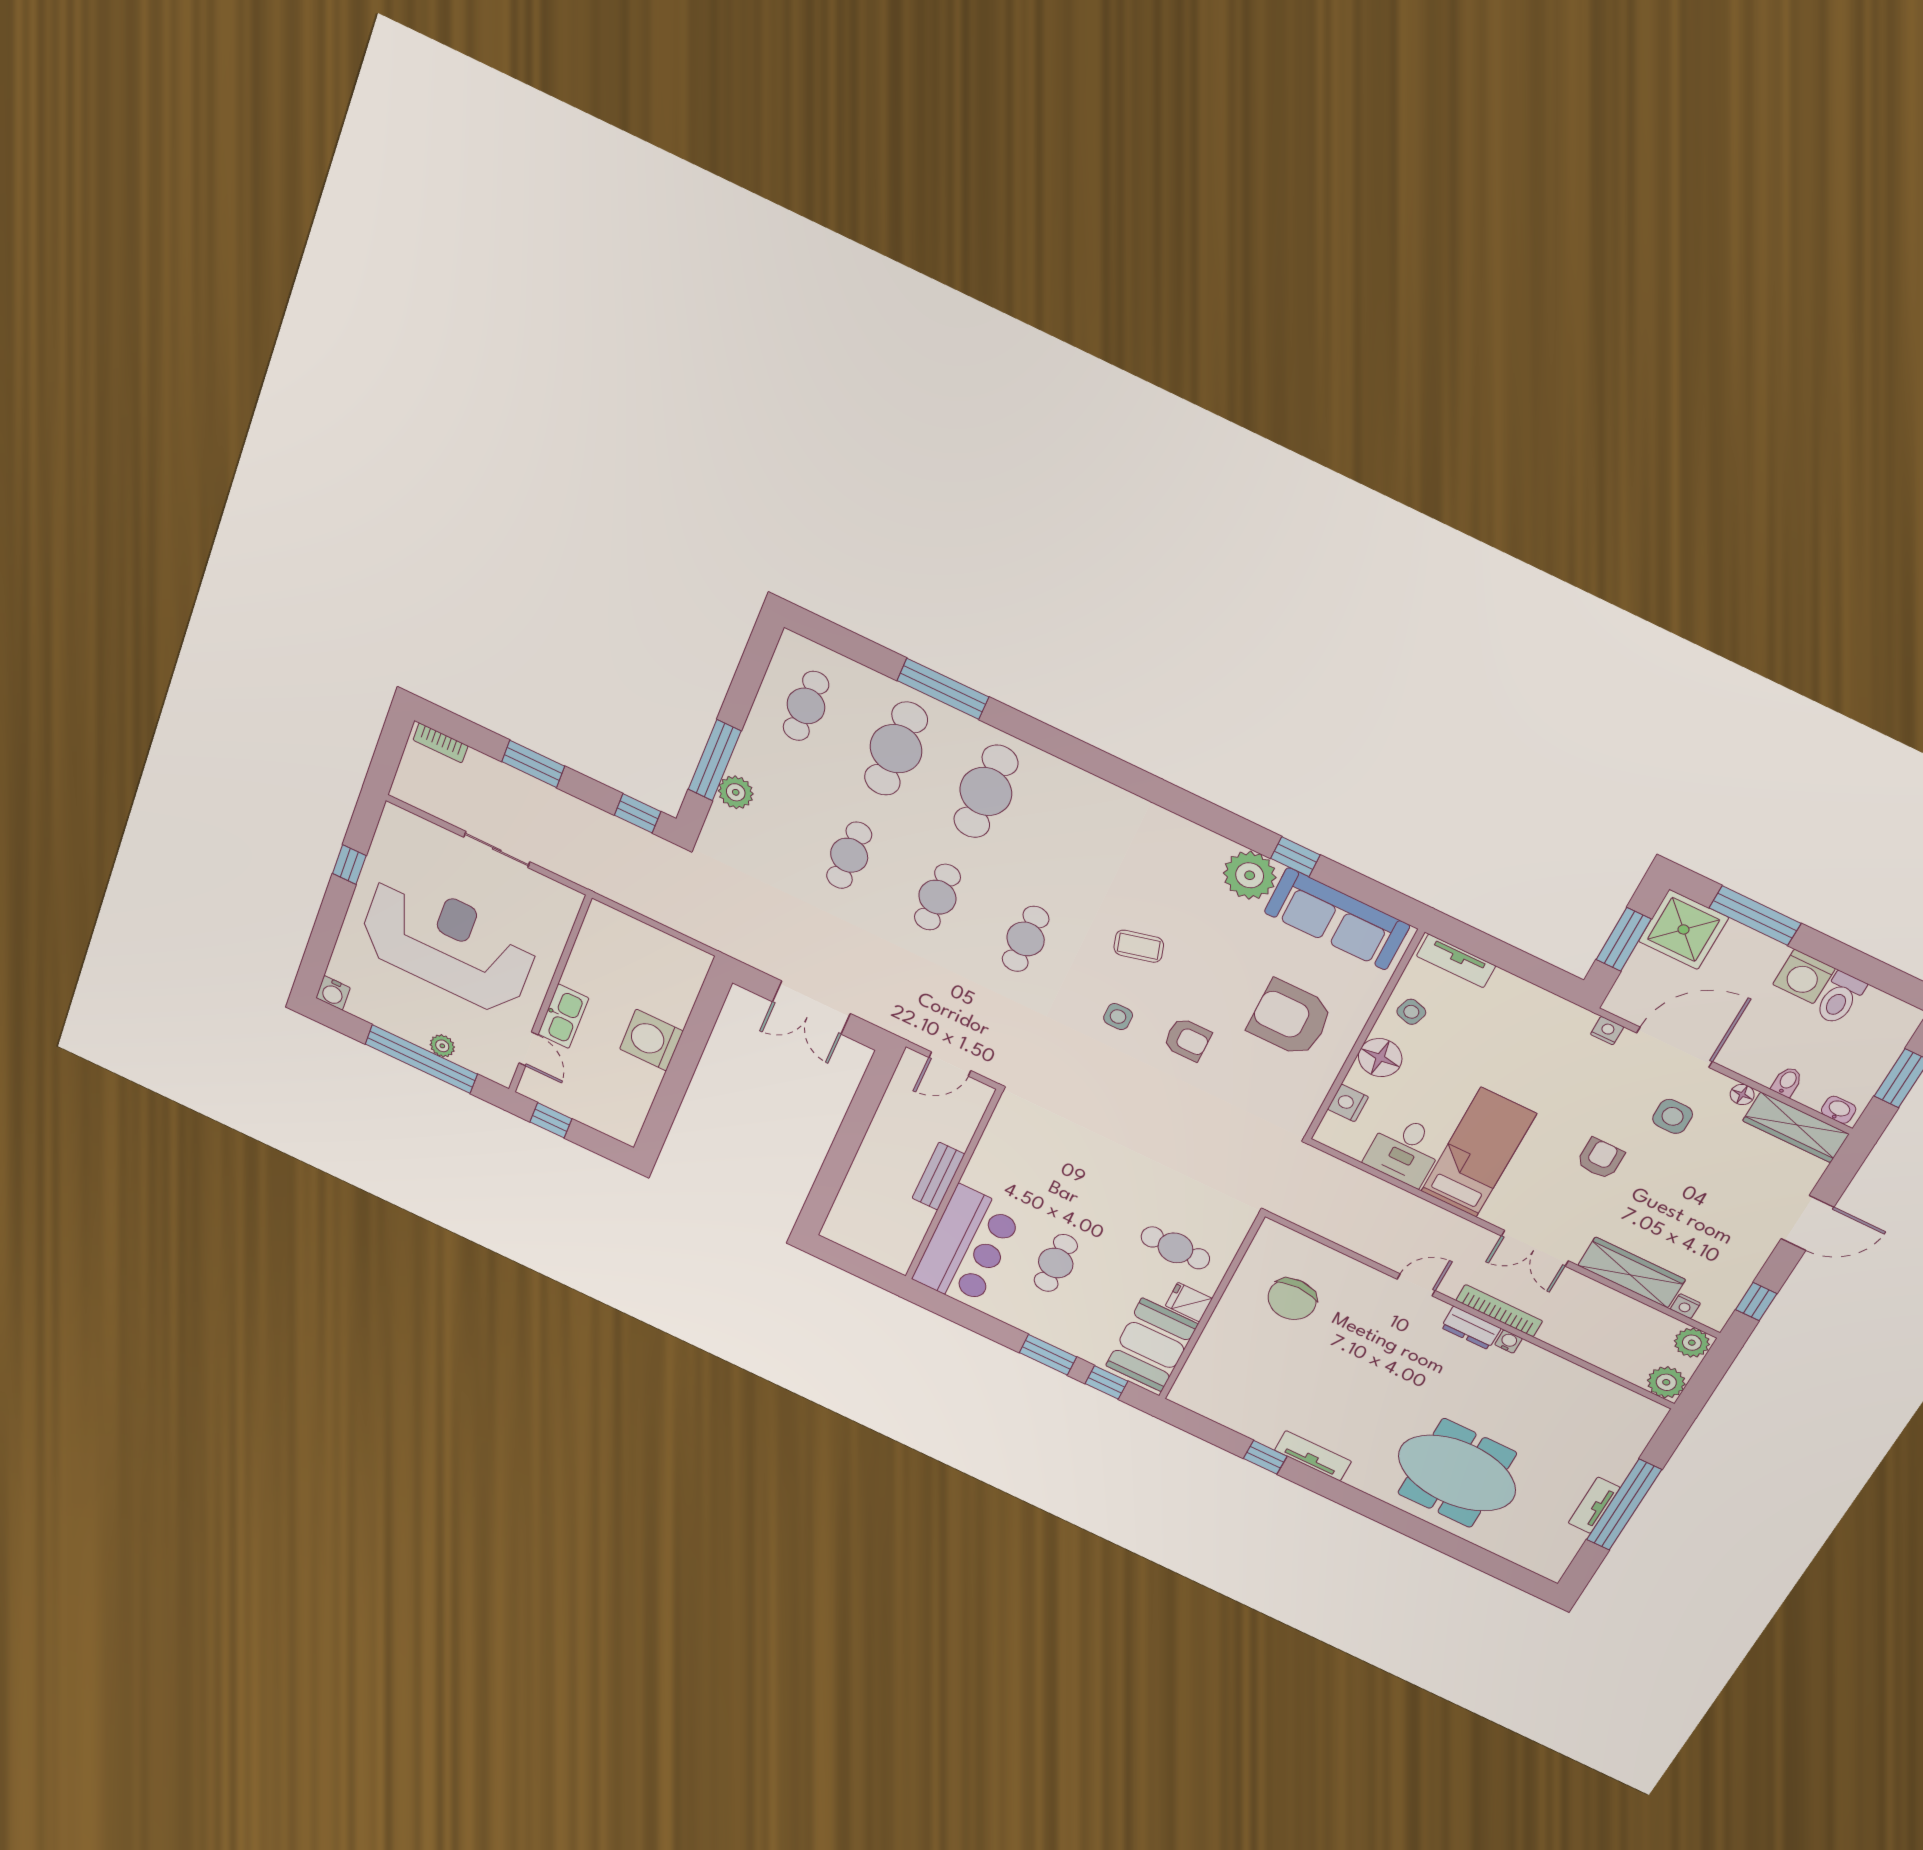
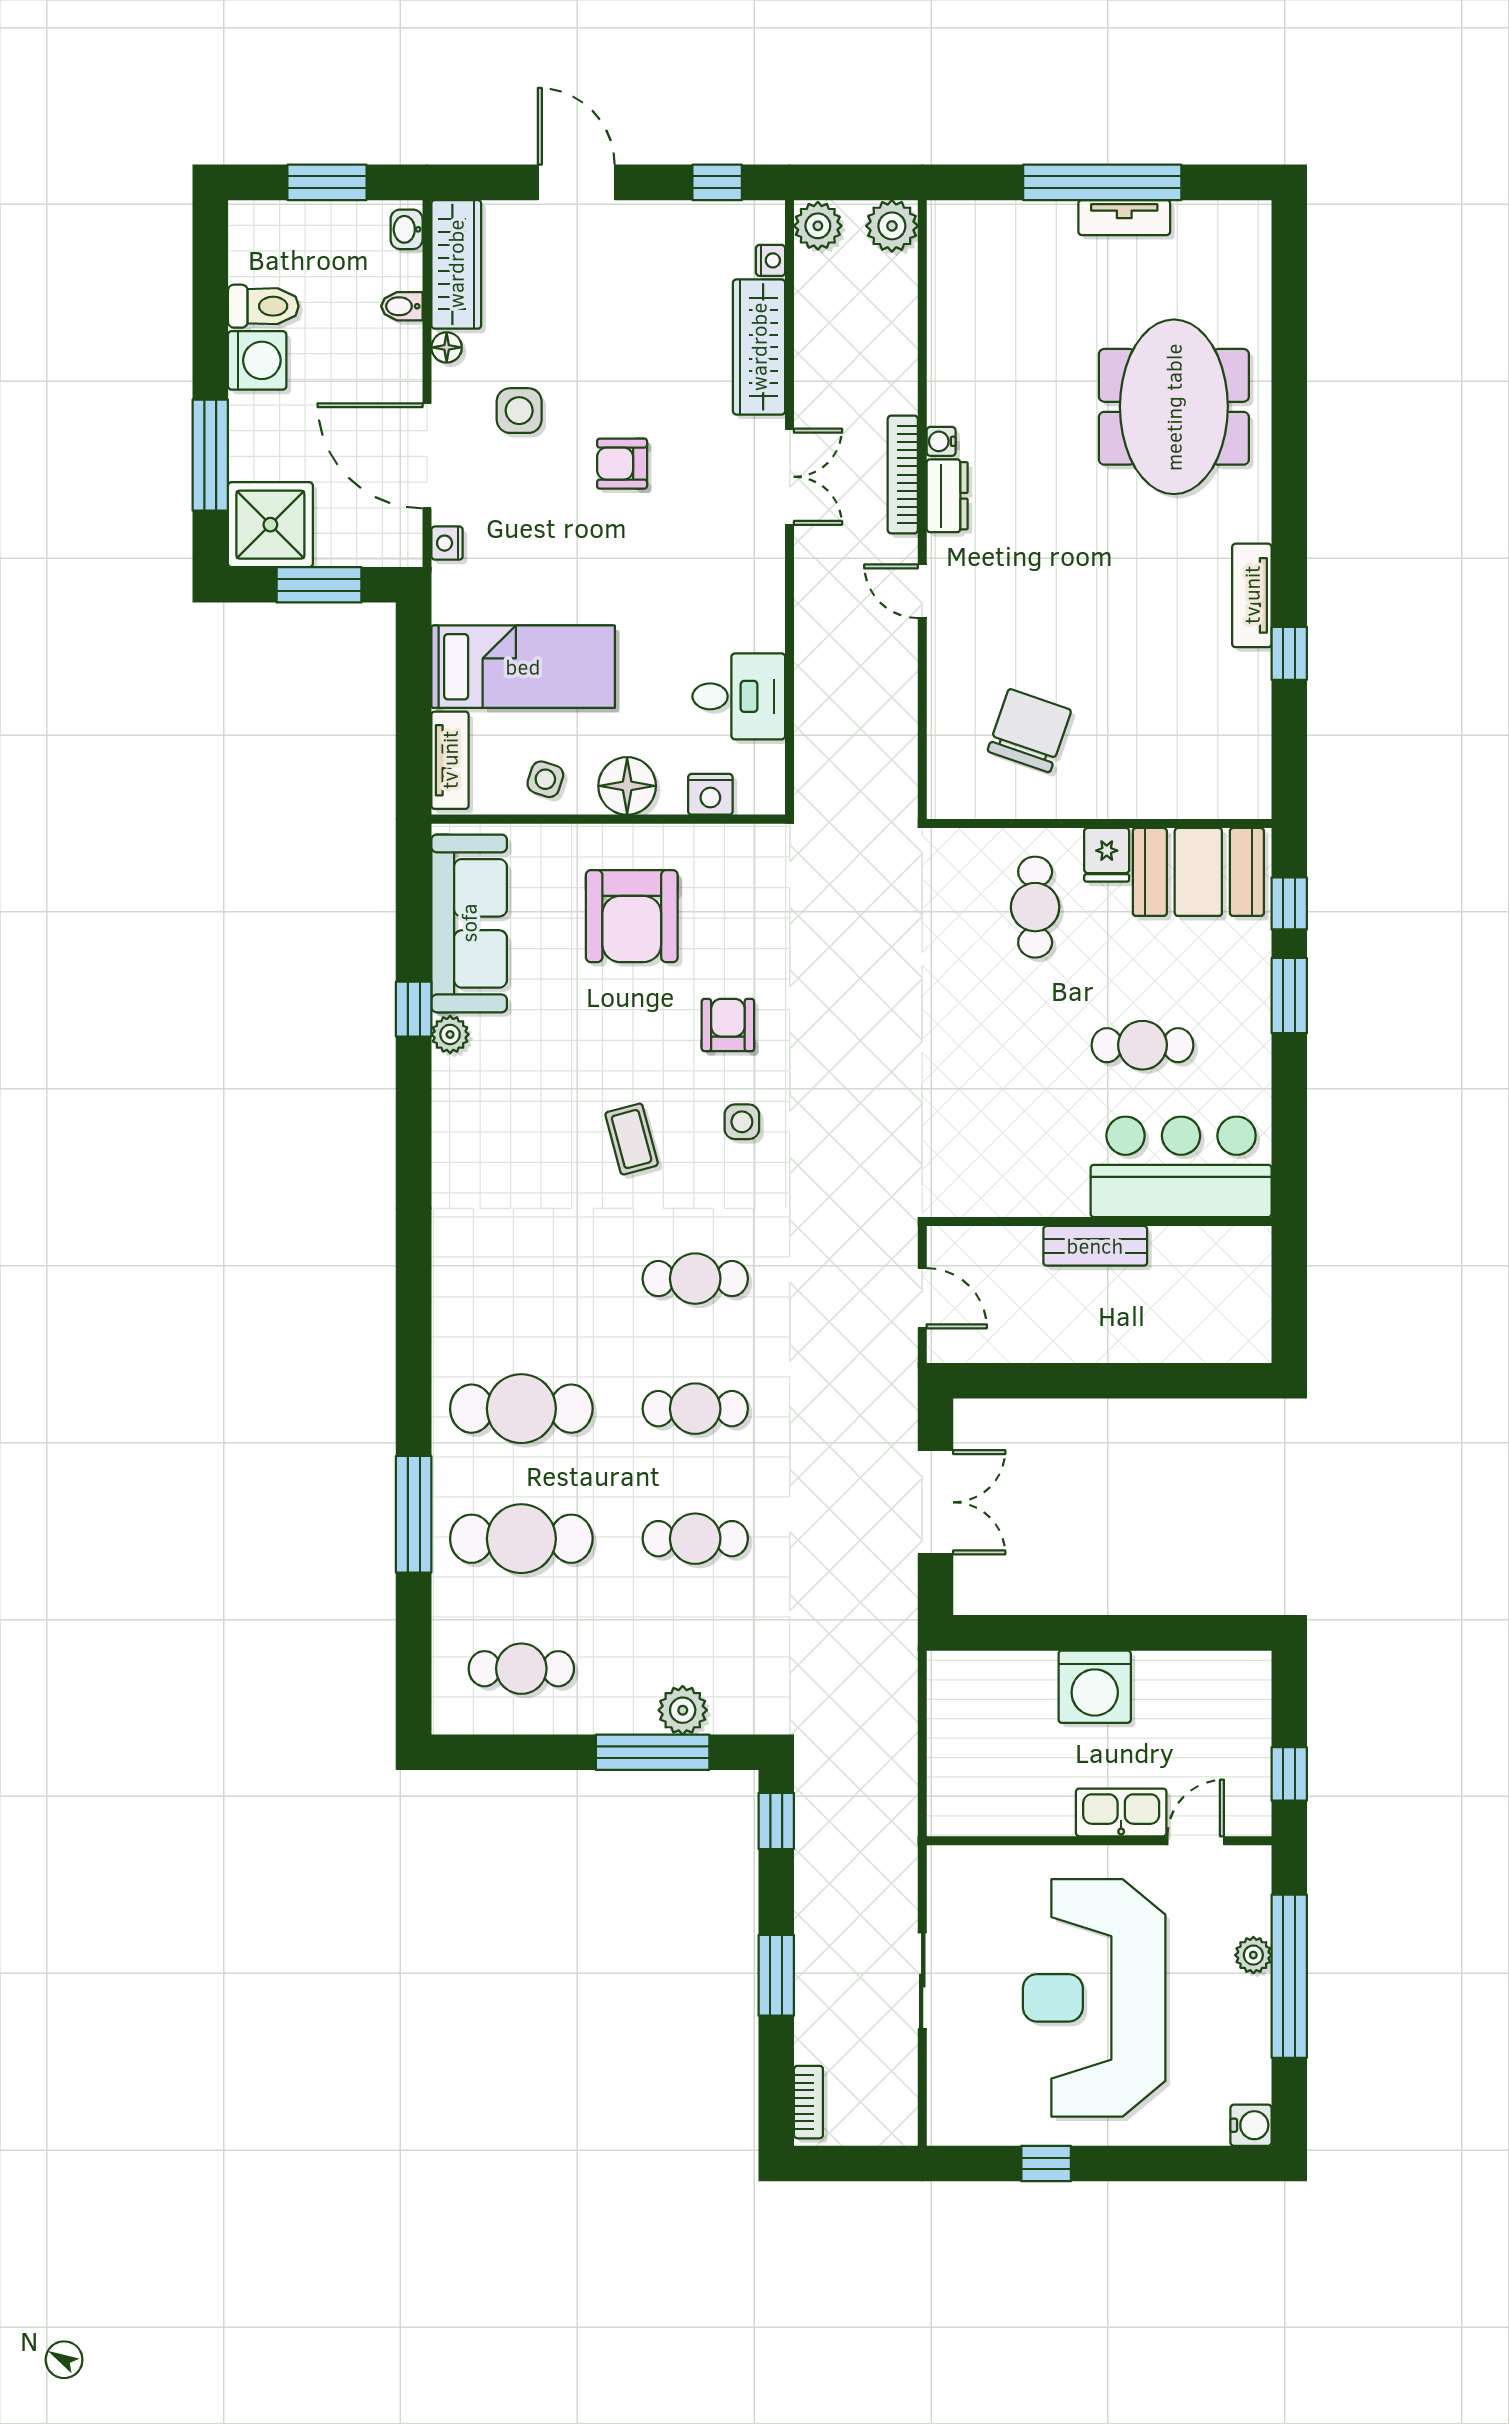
plant: (1250, 875) -> (450, 1034), width x0.53, depth x0.53
bed: (1478, 1153) -> (523, 667), moved, turned 180
chair: (1292, 1299) -> (1029, 731), turned -71

